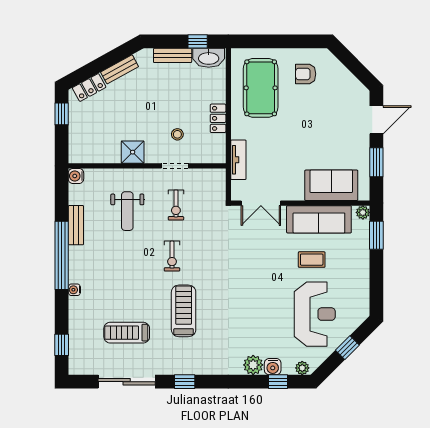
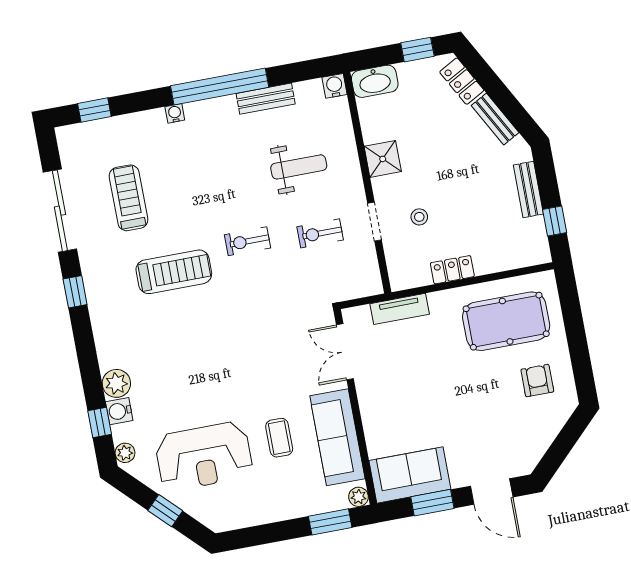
washbasin: (209, 58) -> (375, 81), moved, turned -90
sofa: (331, 185) -> (410, 475), moved, turned -90
weight bench: (127, 211) -> (299, 167), turned 180

